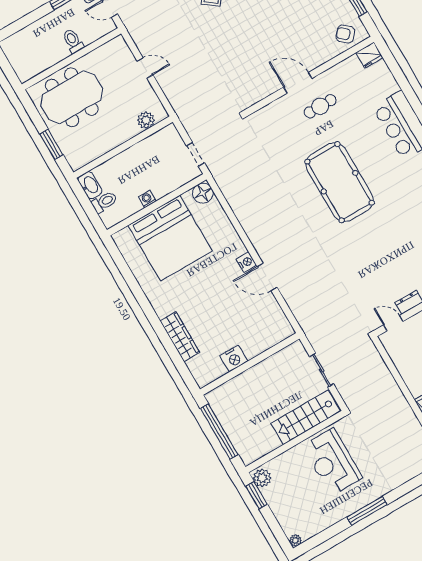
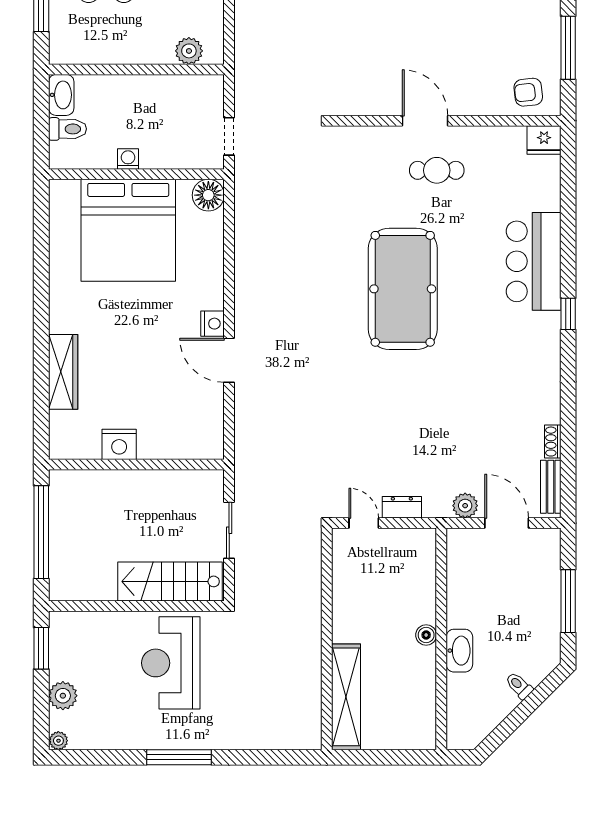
armchair: (345, 34) -> (528, 92), turned -48
plant: (262, 478) -> (63, 696), moved

